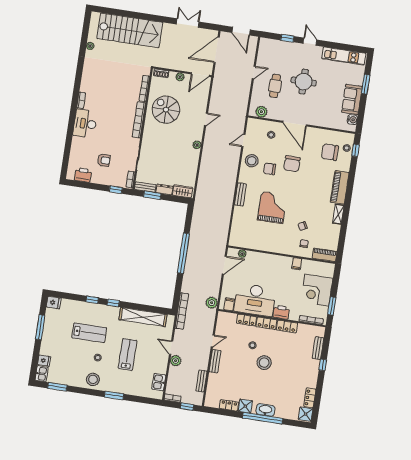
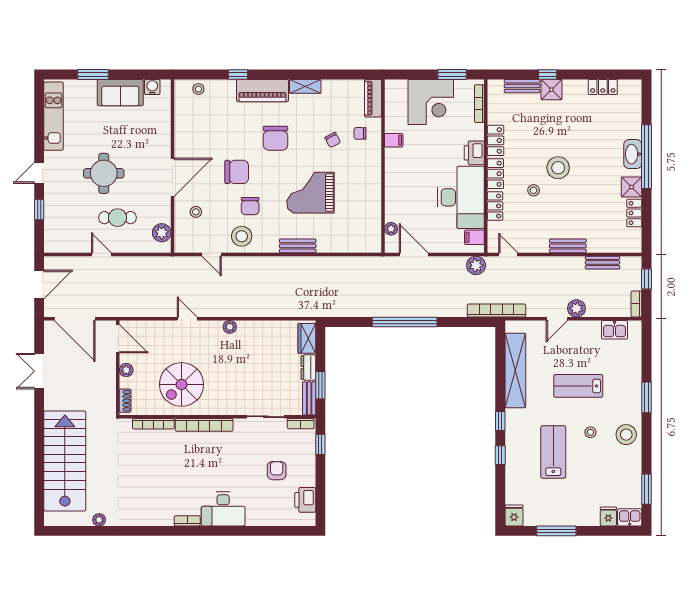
window: (356, 150) -> (238, 74), moved
chair: (330, 152) -> (275, 138), moved
door: (213, 341) -> (508, 254), moved
shower: (306, 414) -> (551, 90), moved

